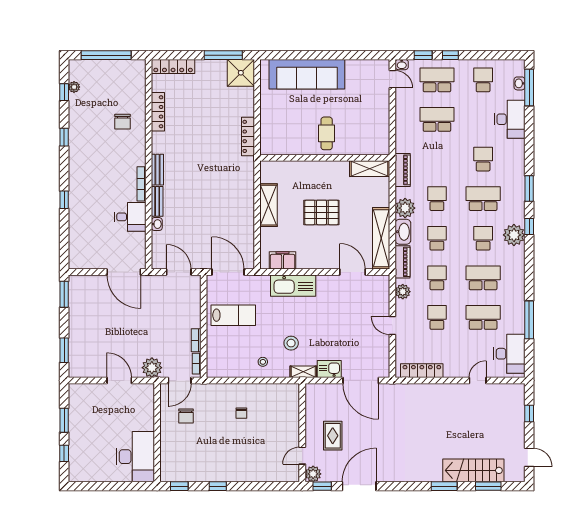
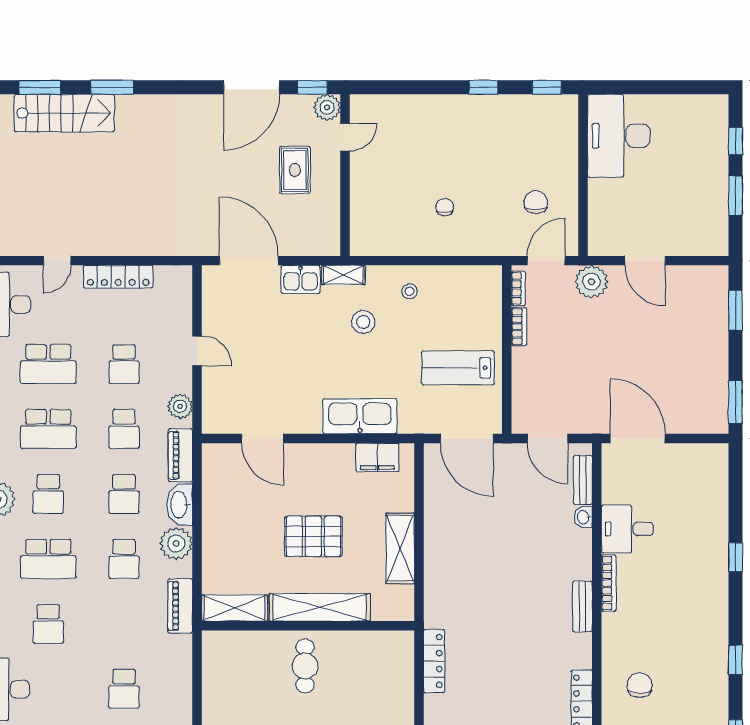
school desk: (437, 119) -> (124, 689), width x0.54
bench: (157, 201) -> (583, 480), moved
shelving: (381, 238) -> (320, 607), moved, turned 90
locker: (422, 371) -> (118, 277), moved

